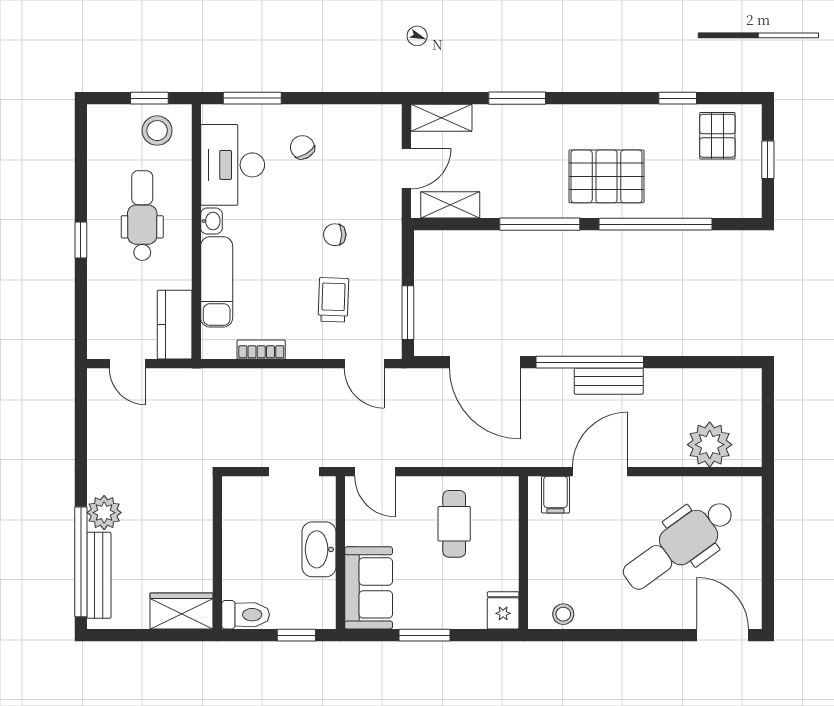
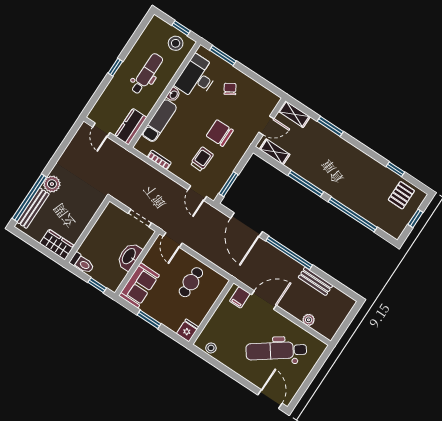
pallet: (606, 176) -> (346, 182), removed
chair: (335, 235) -> (220, 133), width x1.87, depth x1.87
bench: (609, 381) -> (315, 281), moved
plant: (710, 445) -> (309, 320), width x0.53, depth x0.53

